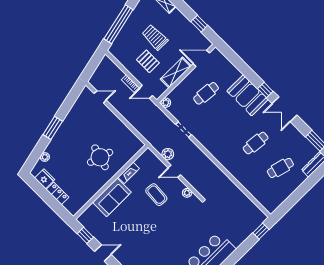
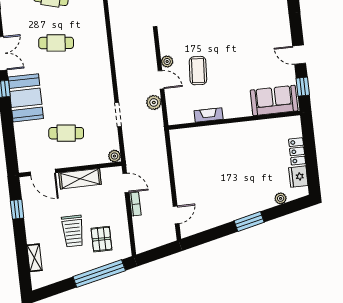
pallet: (148, 61) -> (101, 239), moved
door: (100, 97) -> (176, 215), swing flipped
round table: (100, 157) -> (225, 154), removed
plant: (187, 193) -> (167, 61), moved
sofa: (112, 197) -> (274, 100), moved

